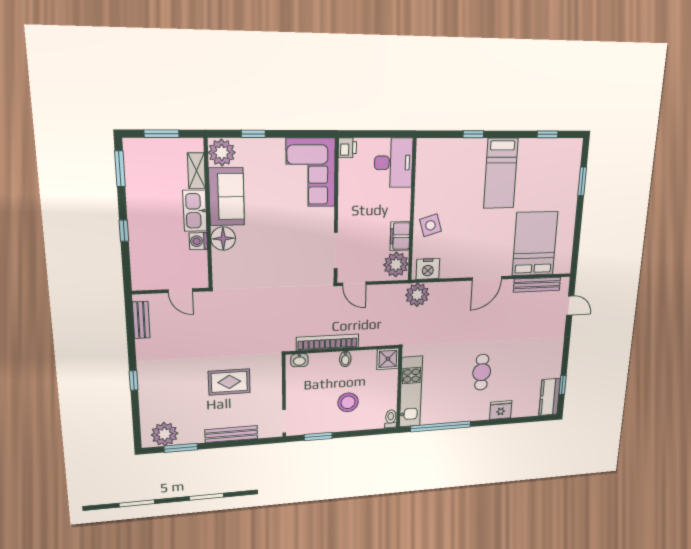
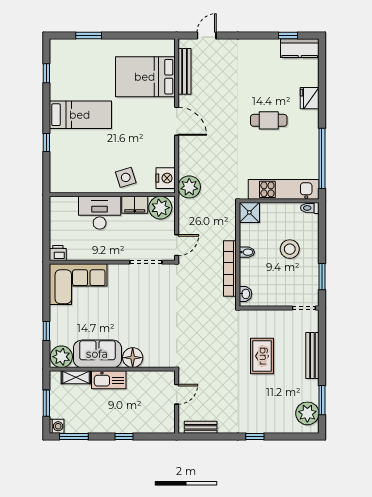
desk: (394, 163) -> (100, 213), moved
washing machine: (198, 241) -> (57, 426), moved, turned -90

